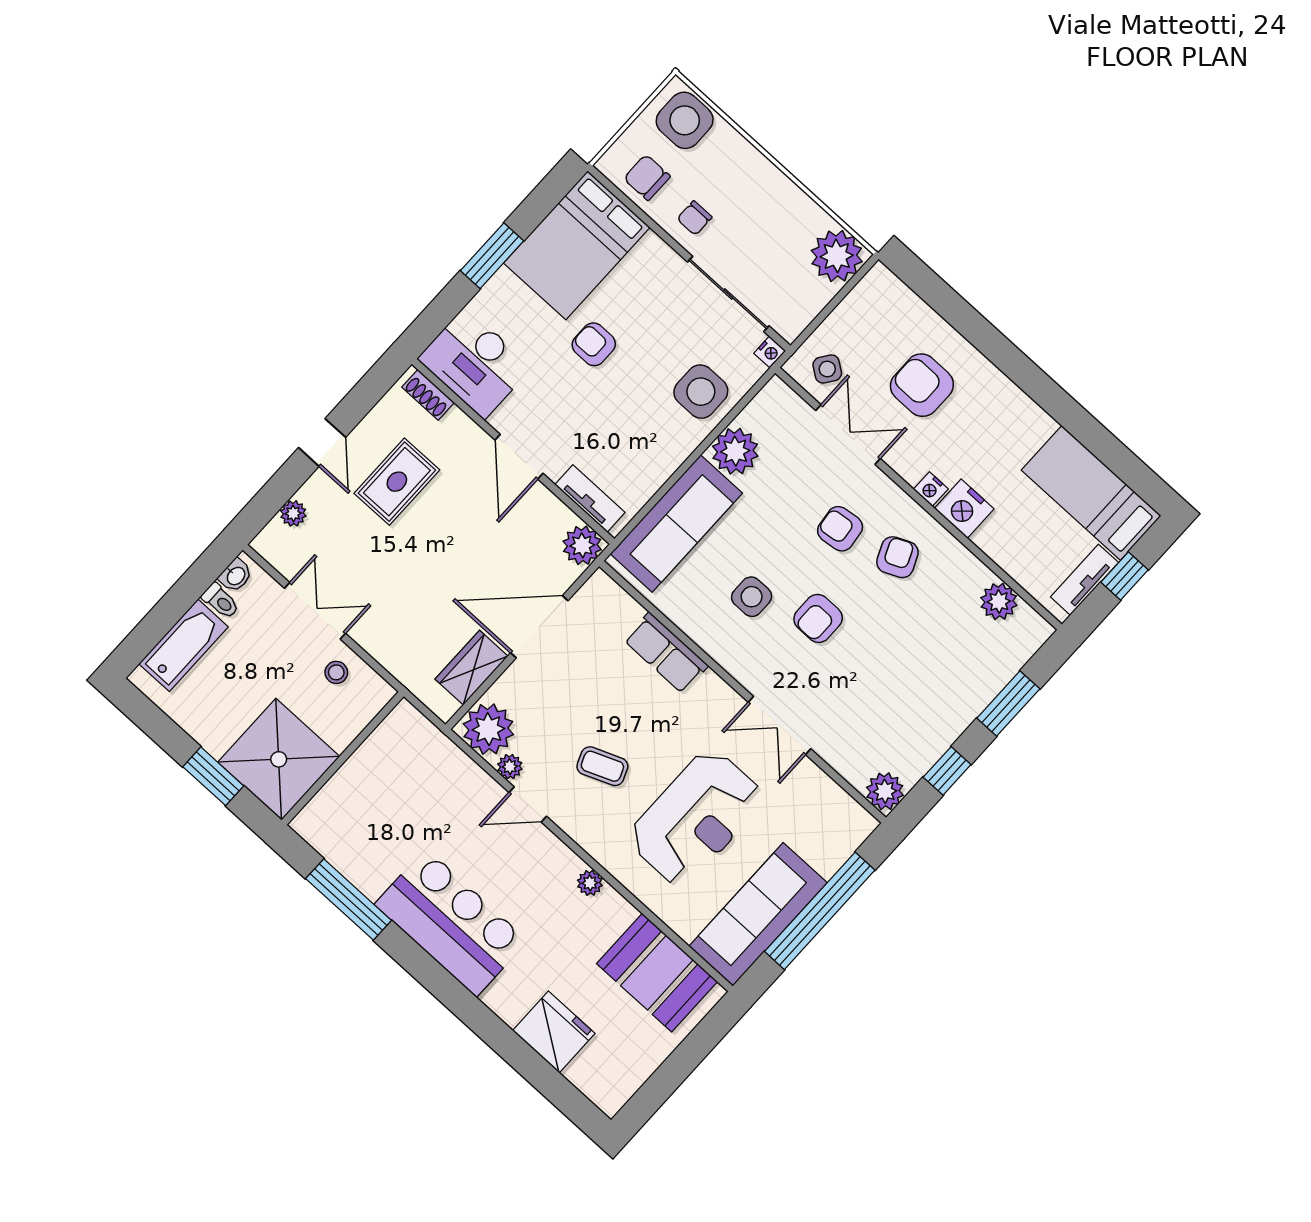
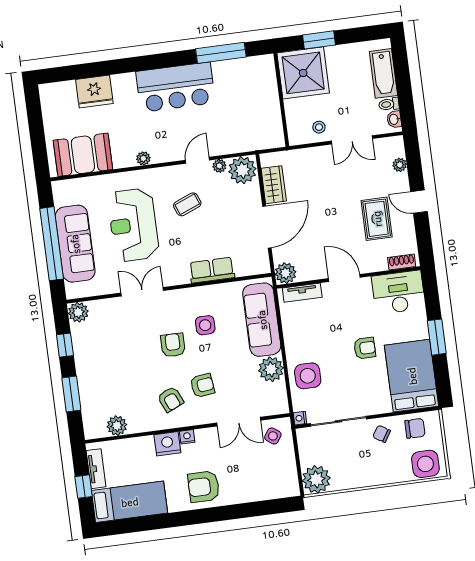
chair: (695, 218) -> (382, 434), turned -58
armchair: (922, 385) -> (204, 487), moved, turned 180
sofa: (758, 914) -> (75, 244), moved

